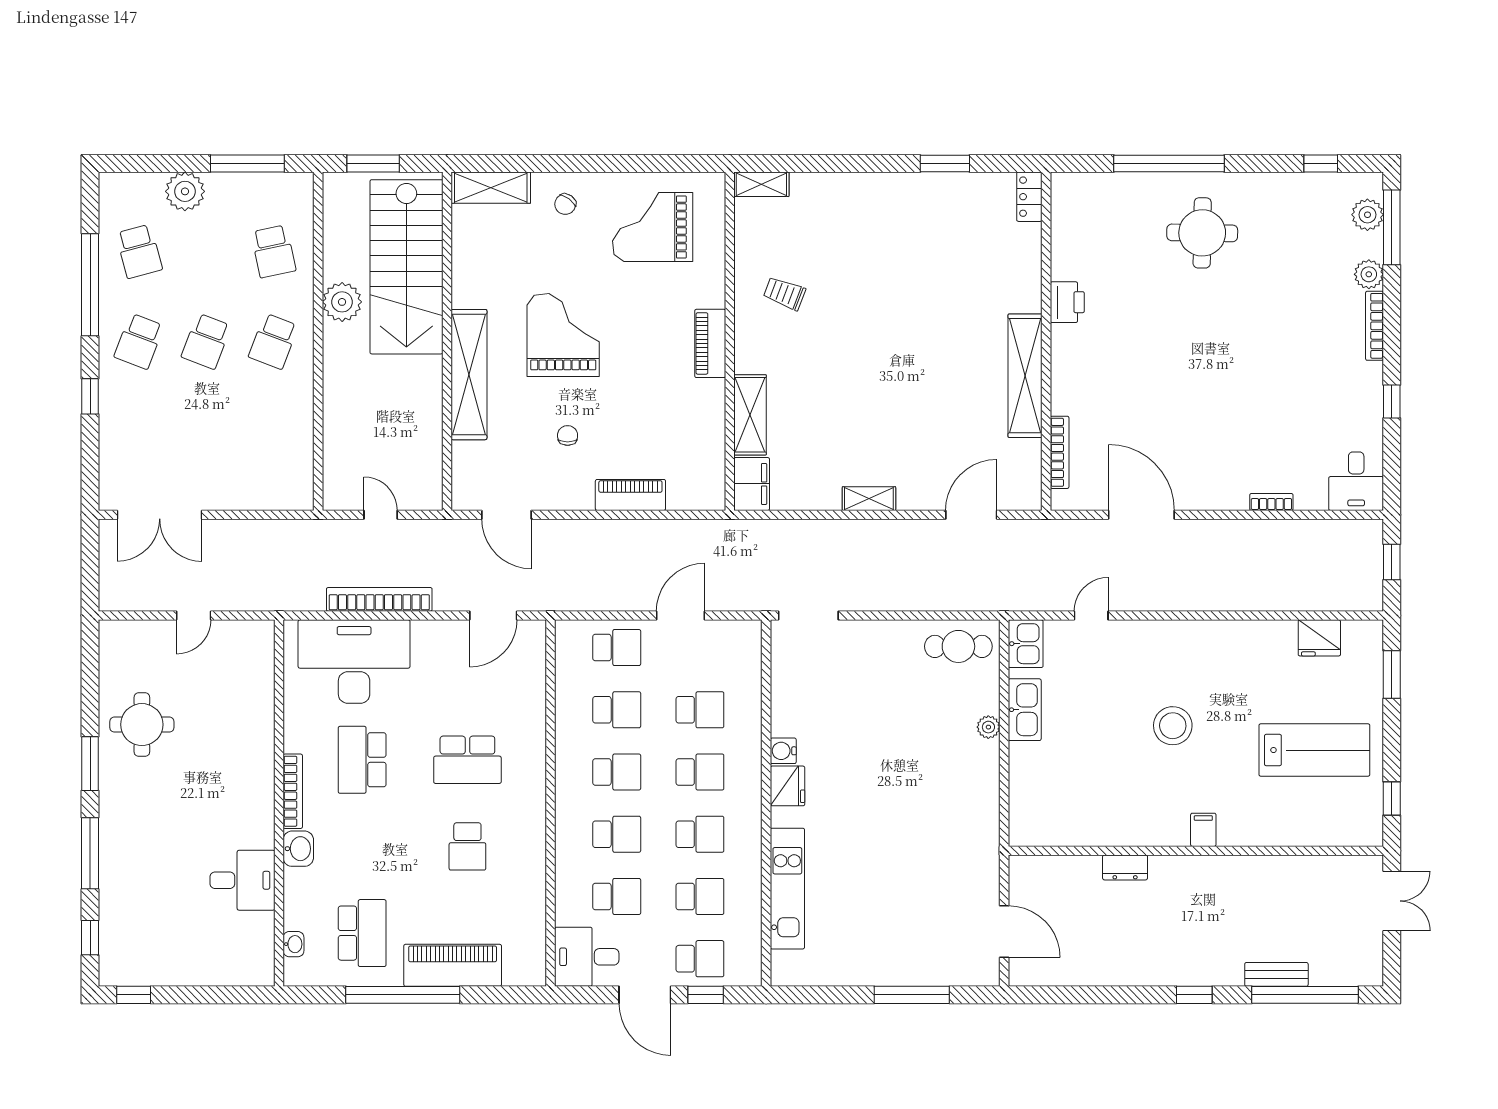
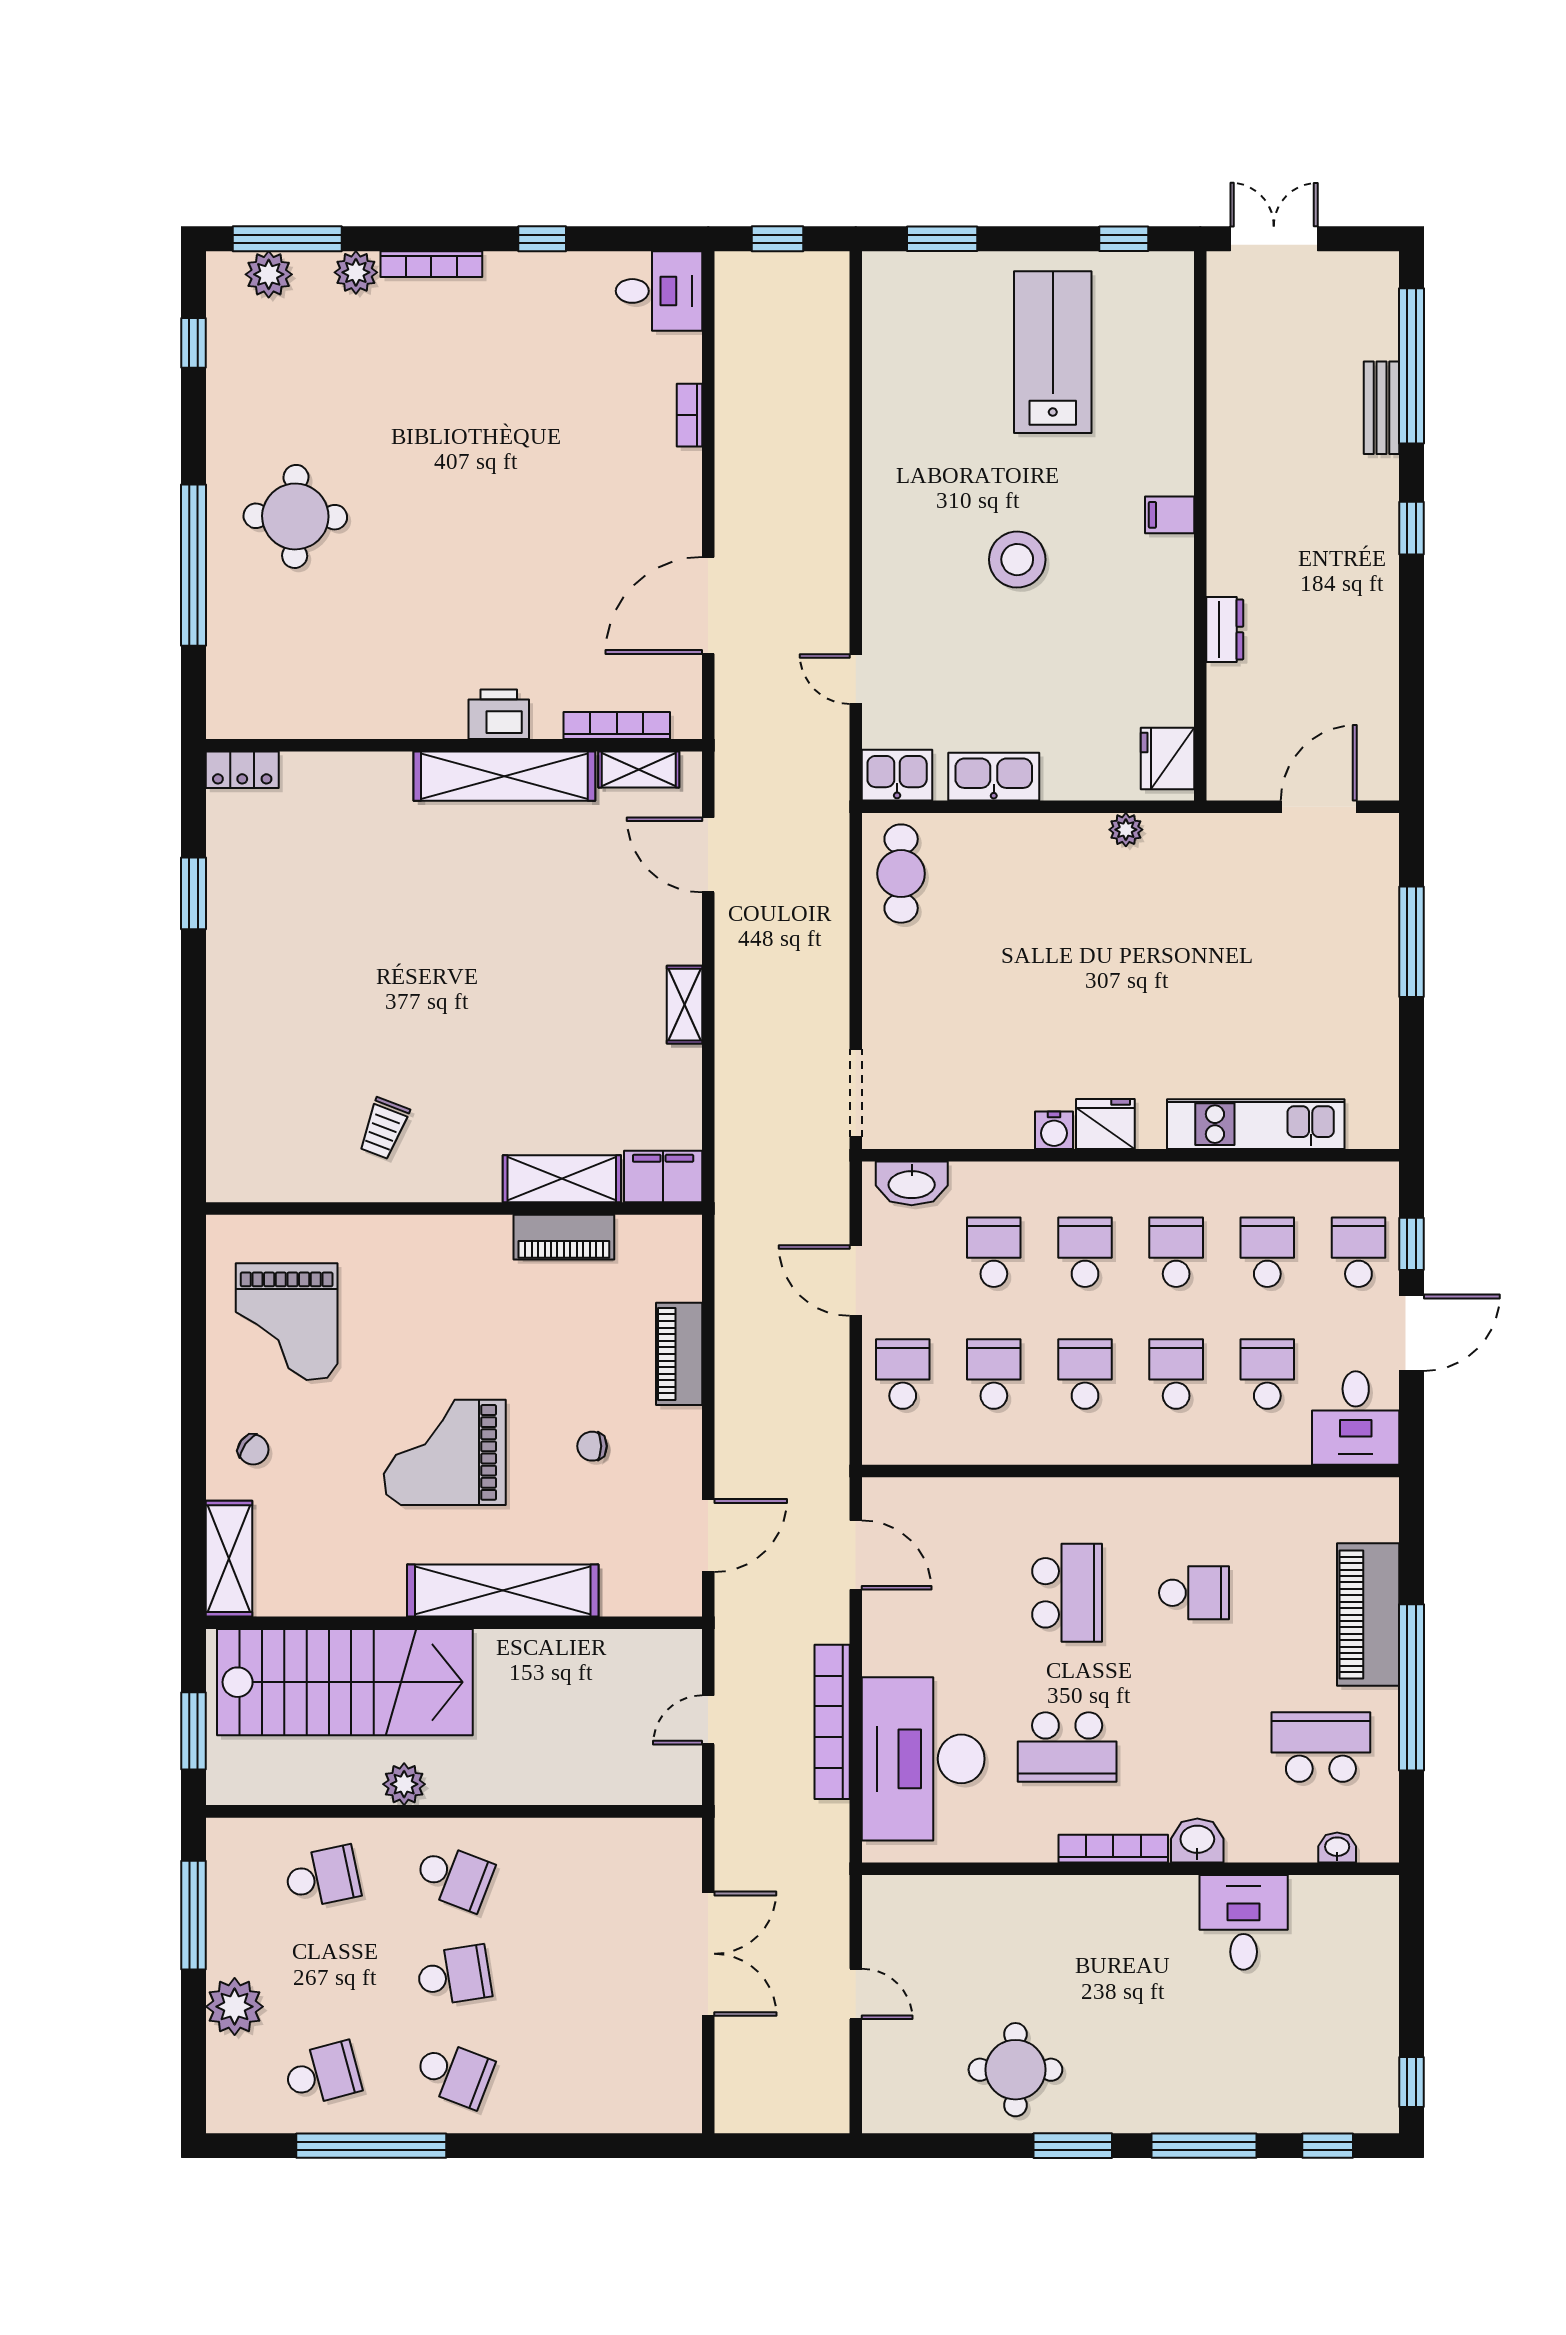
shelving: (761, 184) -> (639, 769), moved, turned 90
plant: (342, 302) -> (404, 1784), width x0.73, depth x0.73
printer: (1067, 302) -> (499, 714), moved
school desk: (206, 341) -> (454, 1975), turned -30
piano: (710, 343) -> (564, 1237), moved
window: (90, 396) -> (535, 2146), removed
double door: (160, 515) -> (708, 1954), moved
fridge: (1319, 638) -> (1168, 759), moved, turned 180
washbasin: (747, 654) -> (912, 1183), added
plant: (988, 727) -> (1126, 830), moved

